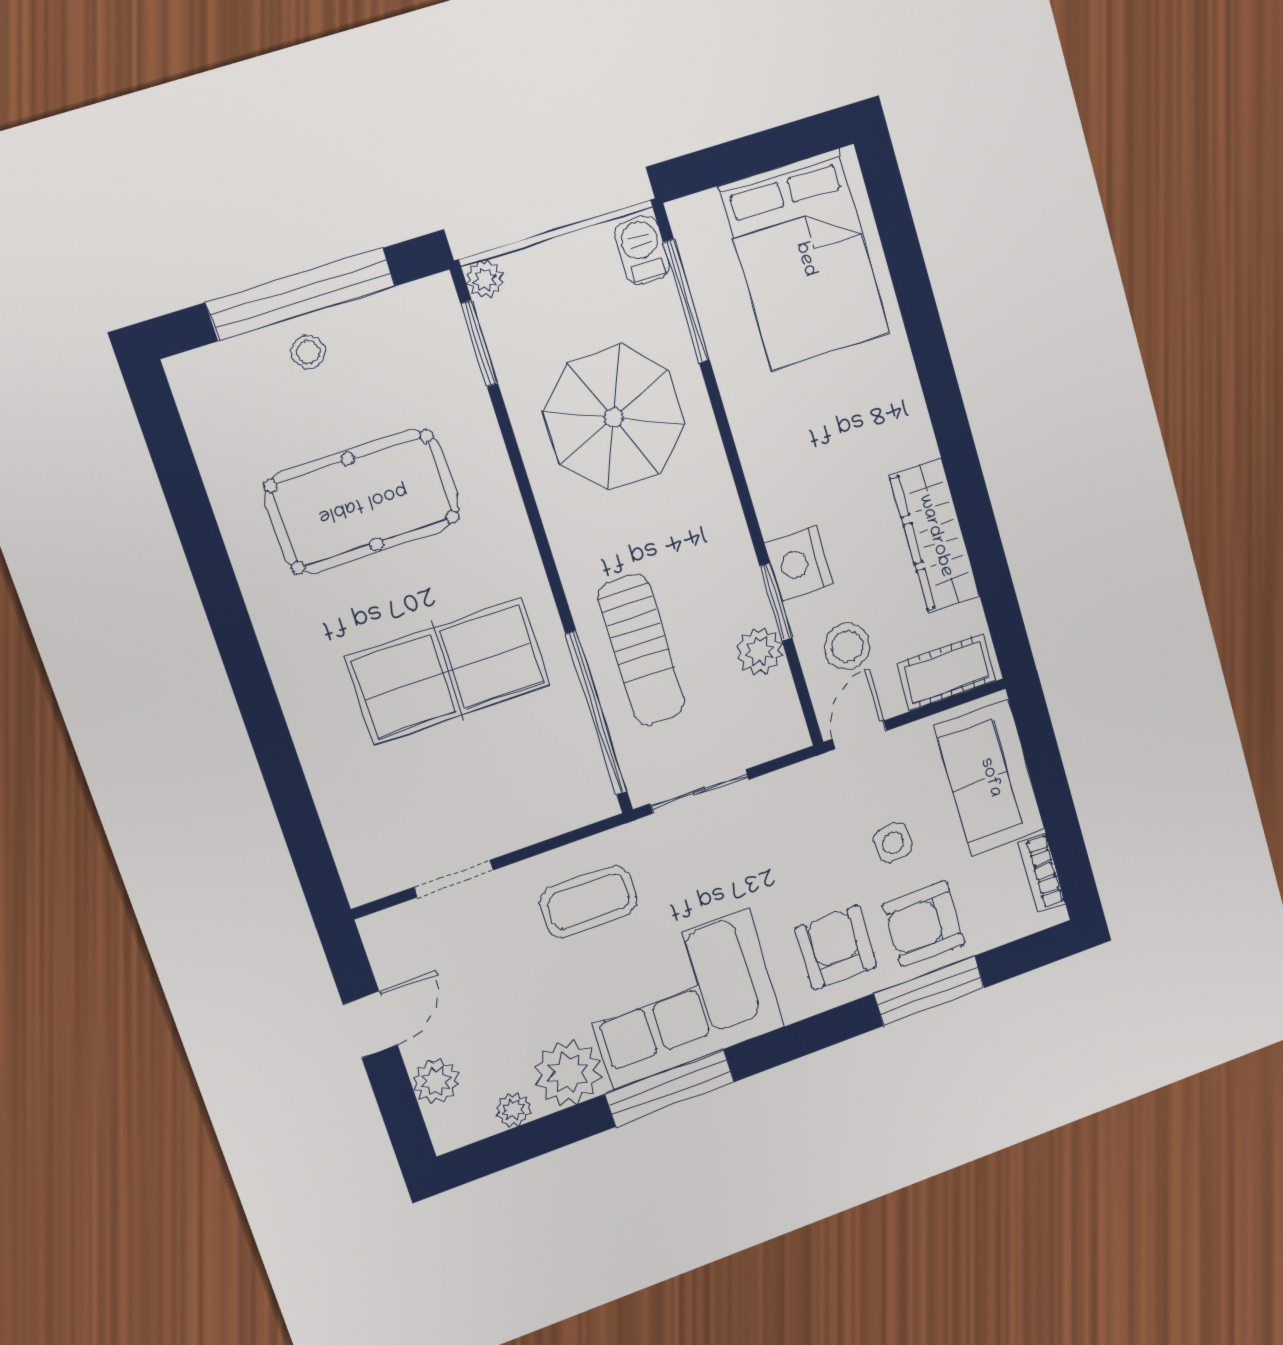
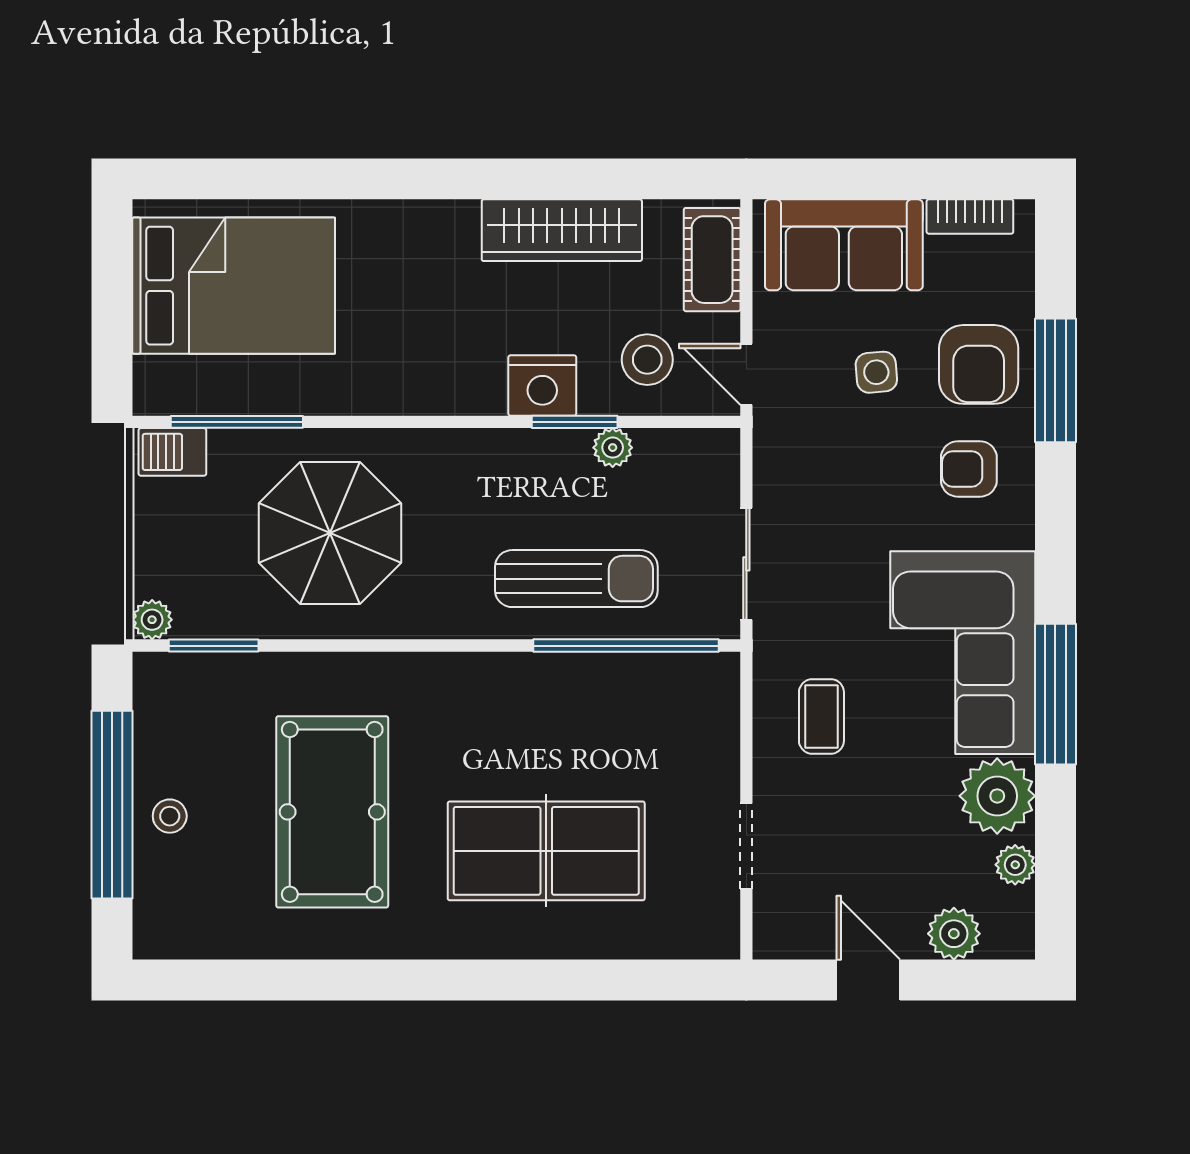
plant: (760, 651) -> (613, 448), width x0.73, depth x0.73
table tennis table: (448, 671) -> (546, 851), moved, turned 90
coffee table: (588, 902) -> (821, 716), width x0.73, depth x0.77
armchair: (836, 948) -> (969, 469), width x0.72, depth x0.72

